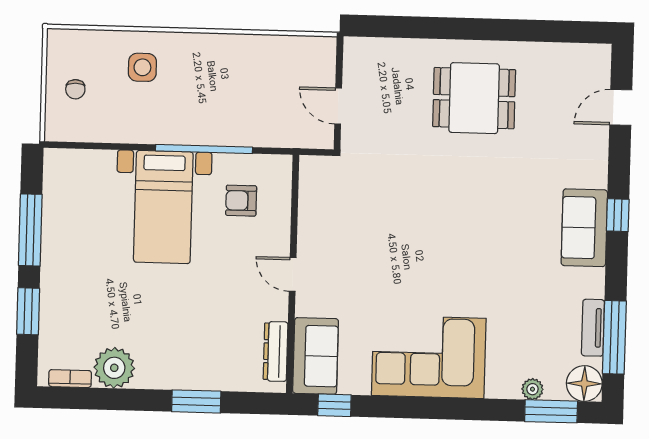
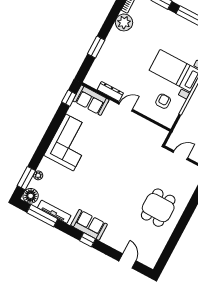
tv unit: (593, 328) -> (54, 212), width x1.41
dresser: (276, 351) -> (110, 91), moved

